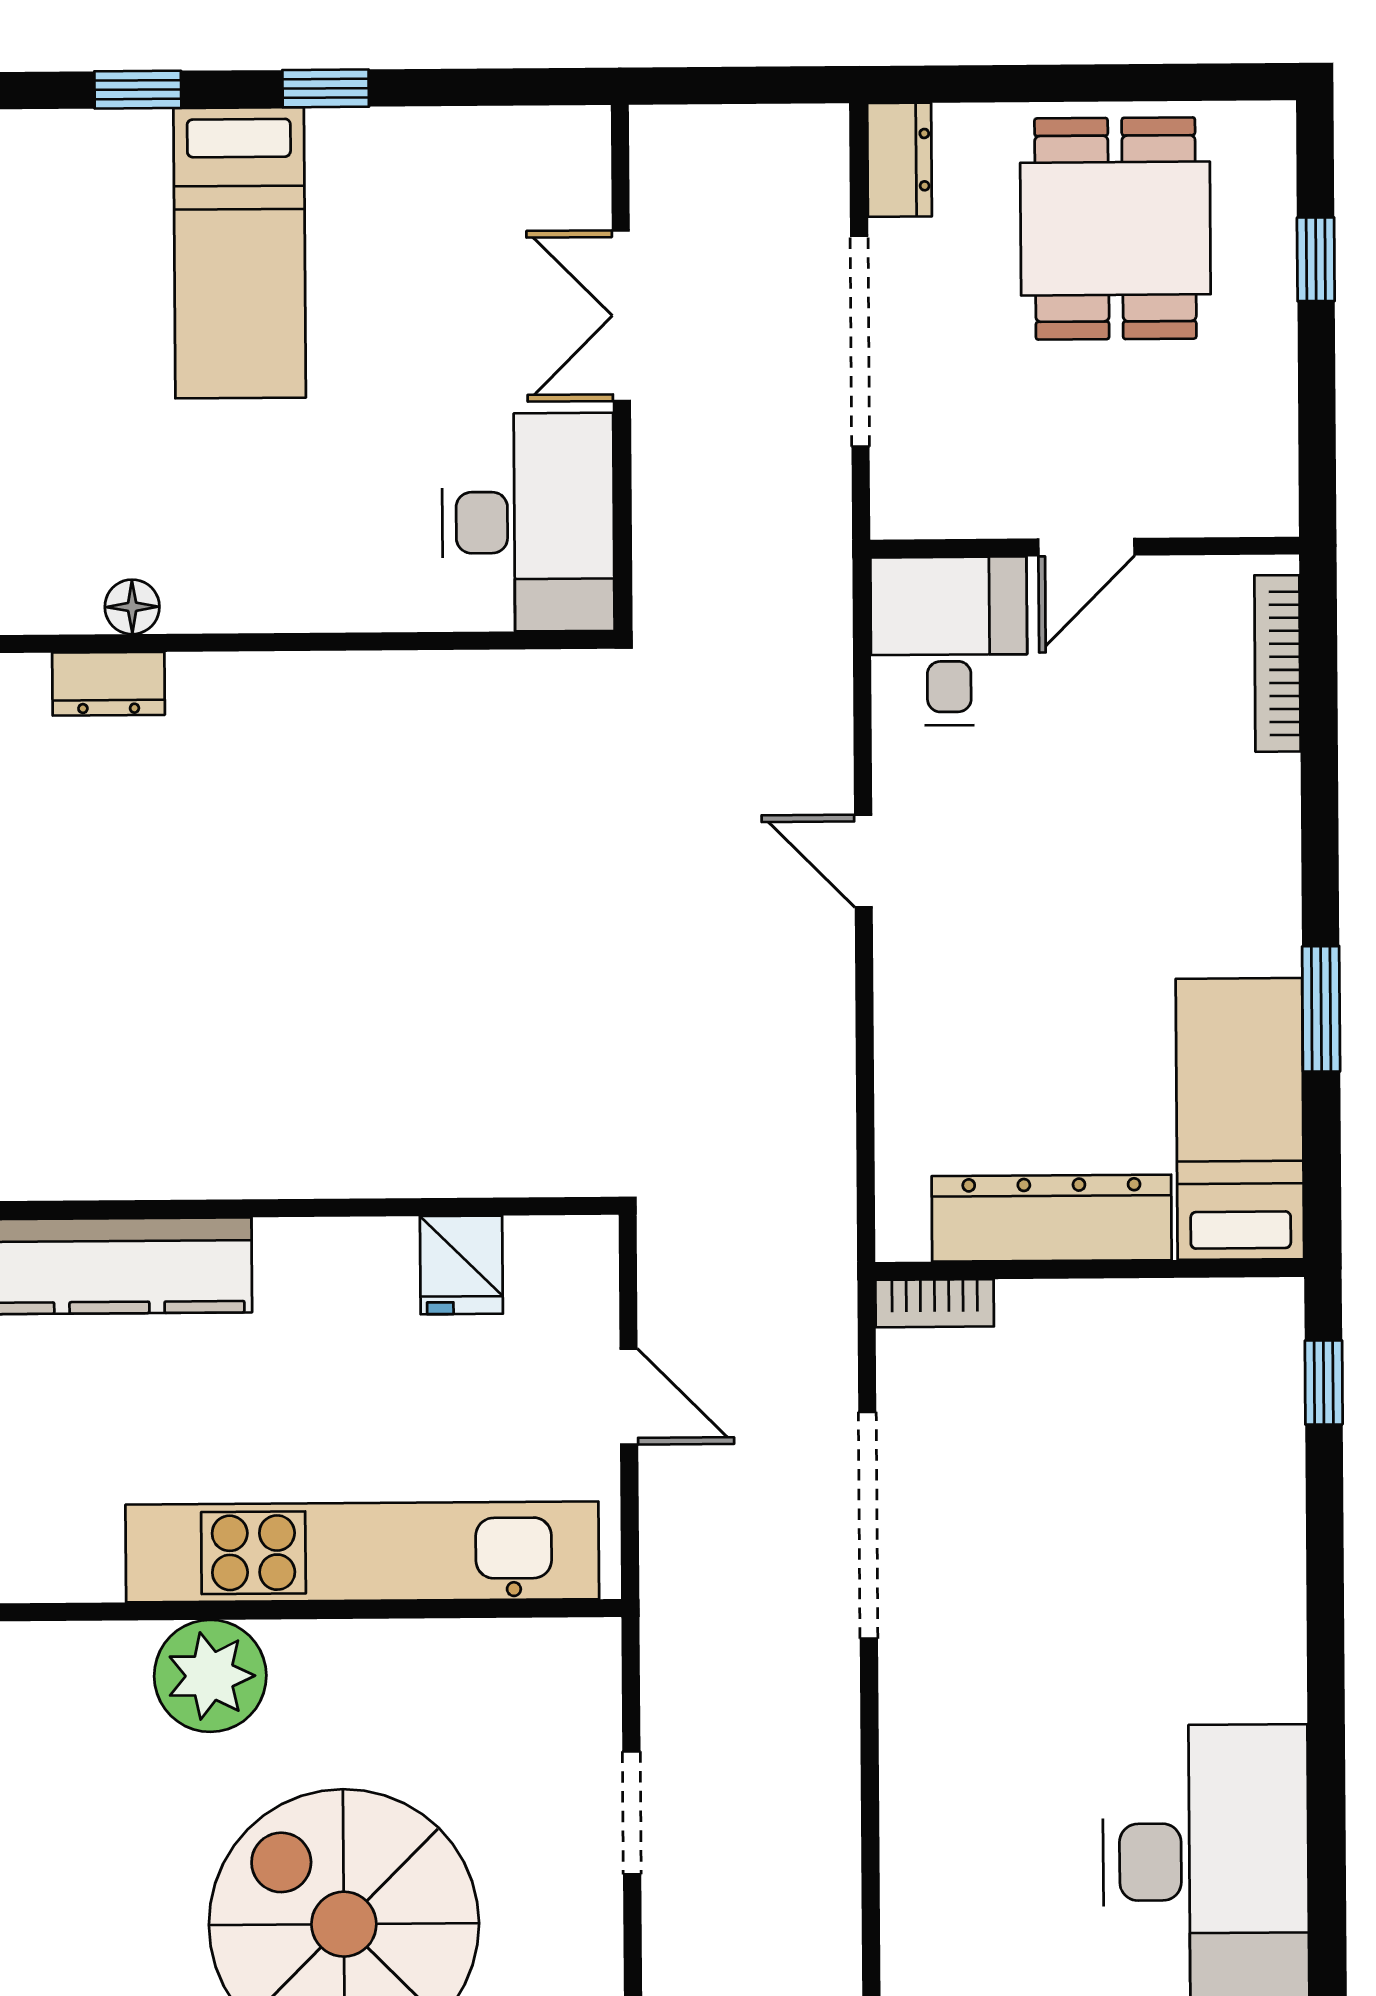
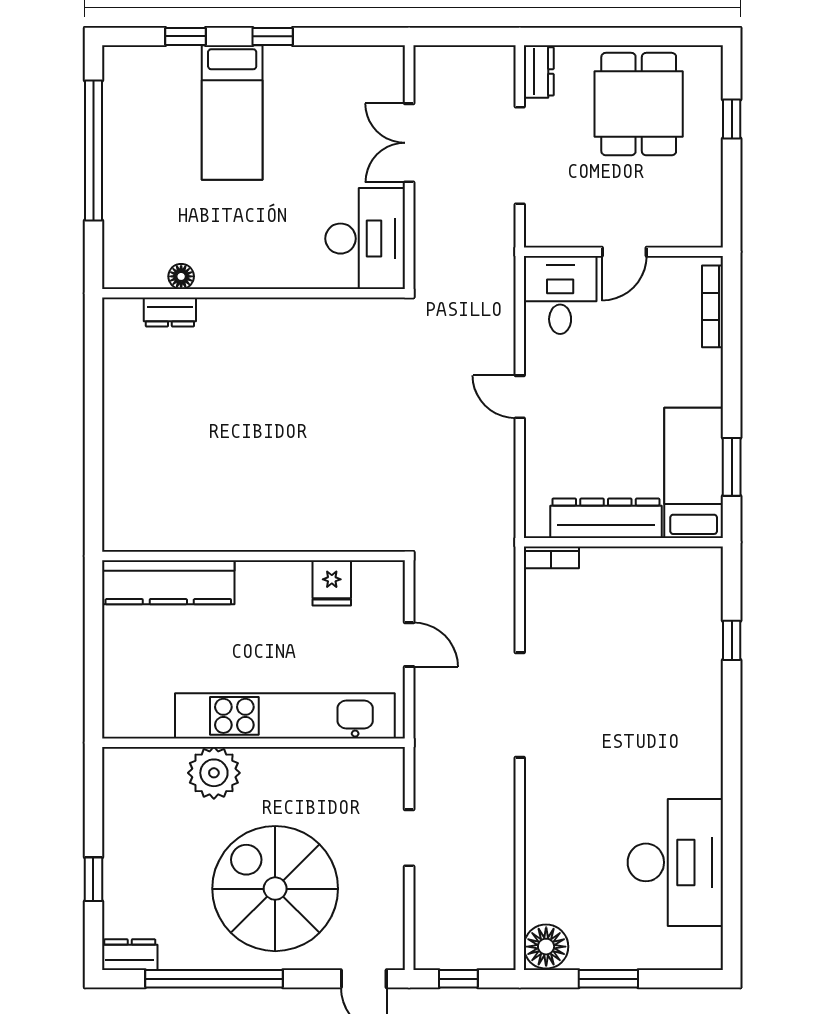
bed: (1240, 1119) -> (694, 473), moved
dresser: (1052, 1218) -> (606, 518), moved
wall: (1090, 1270) -> (623, 542), moved
bookcase: (935, 1303) -> (551, 557), moved

